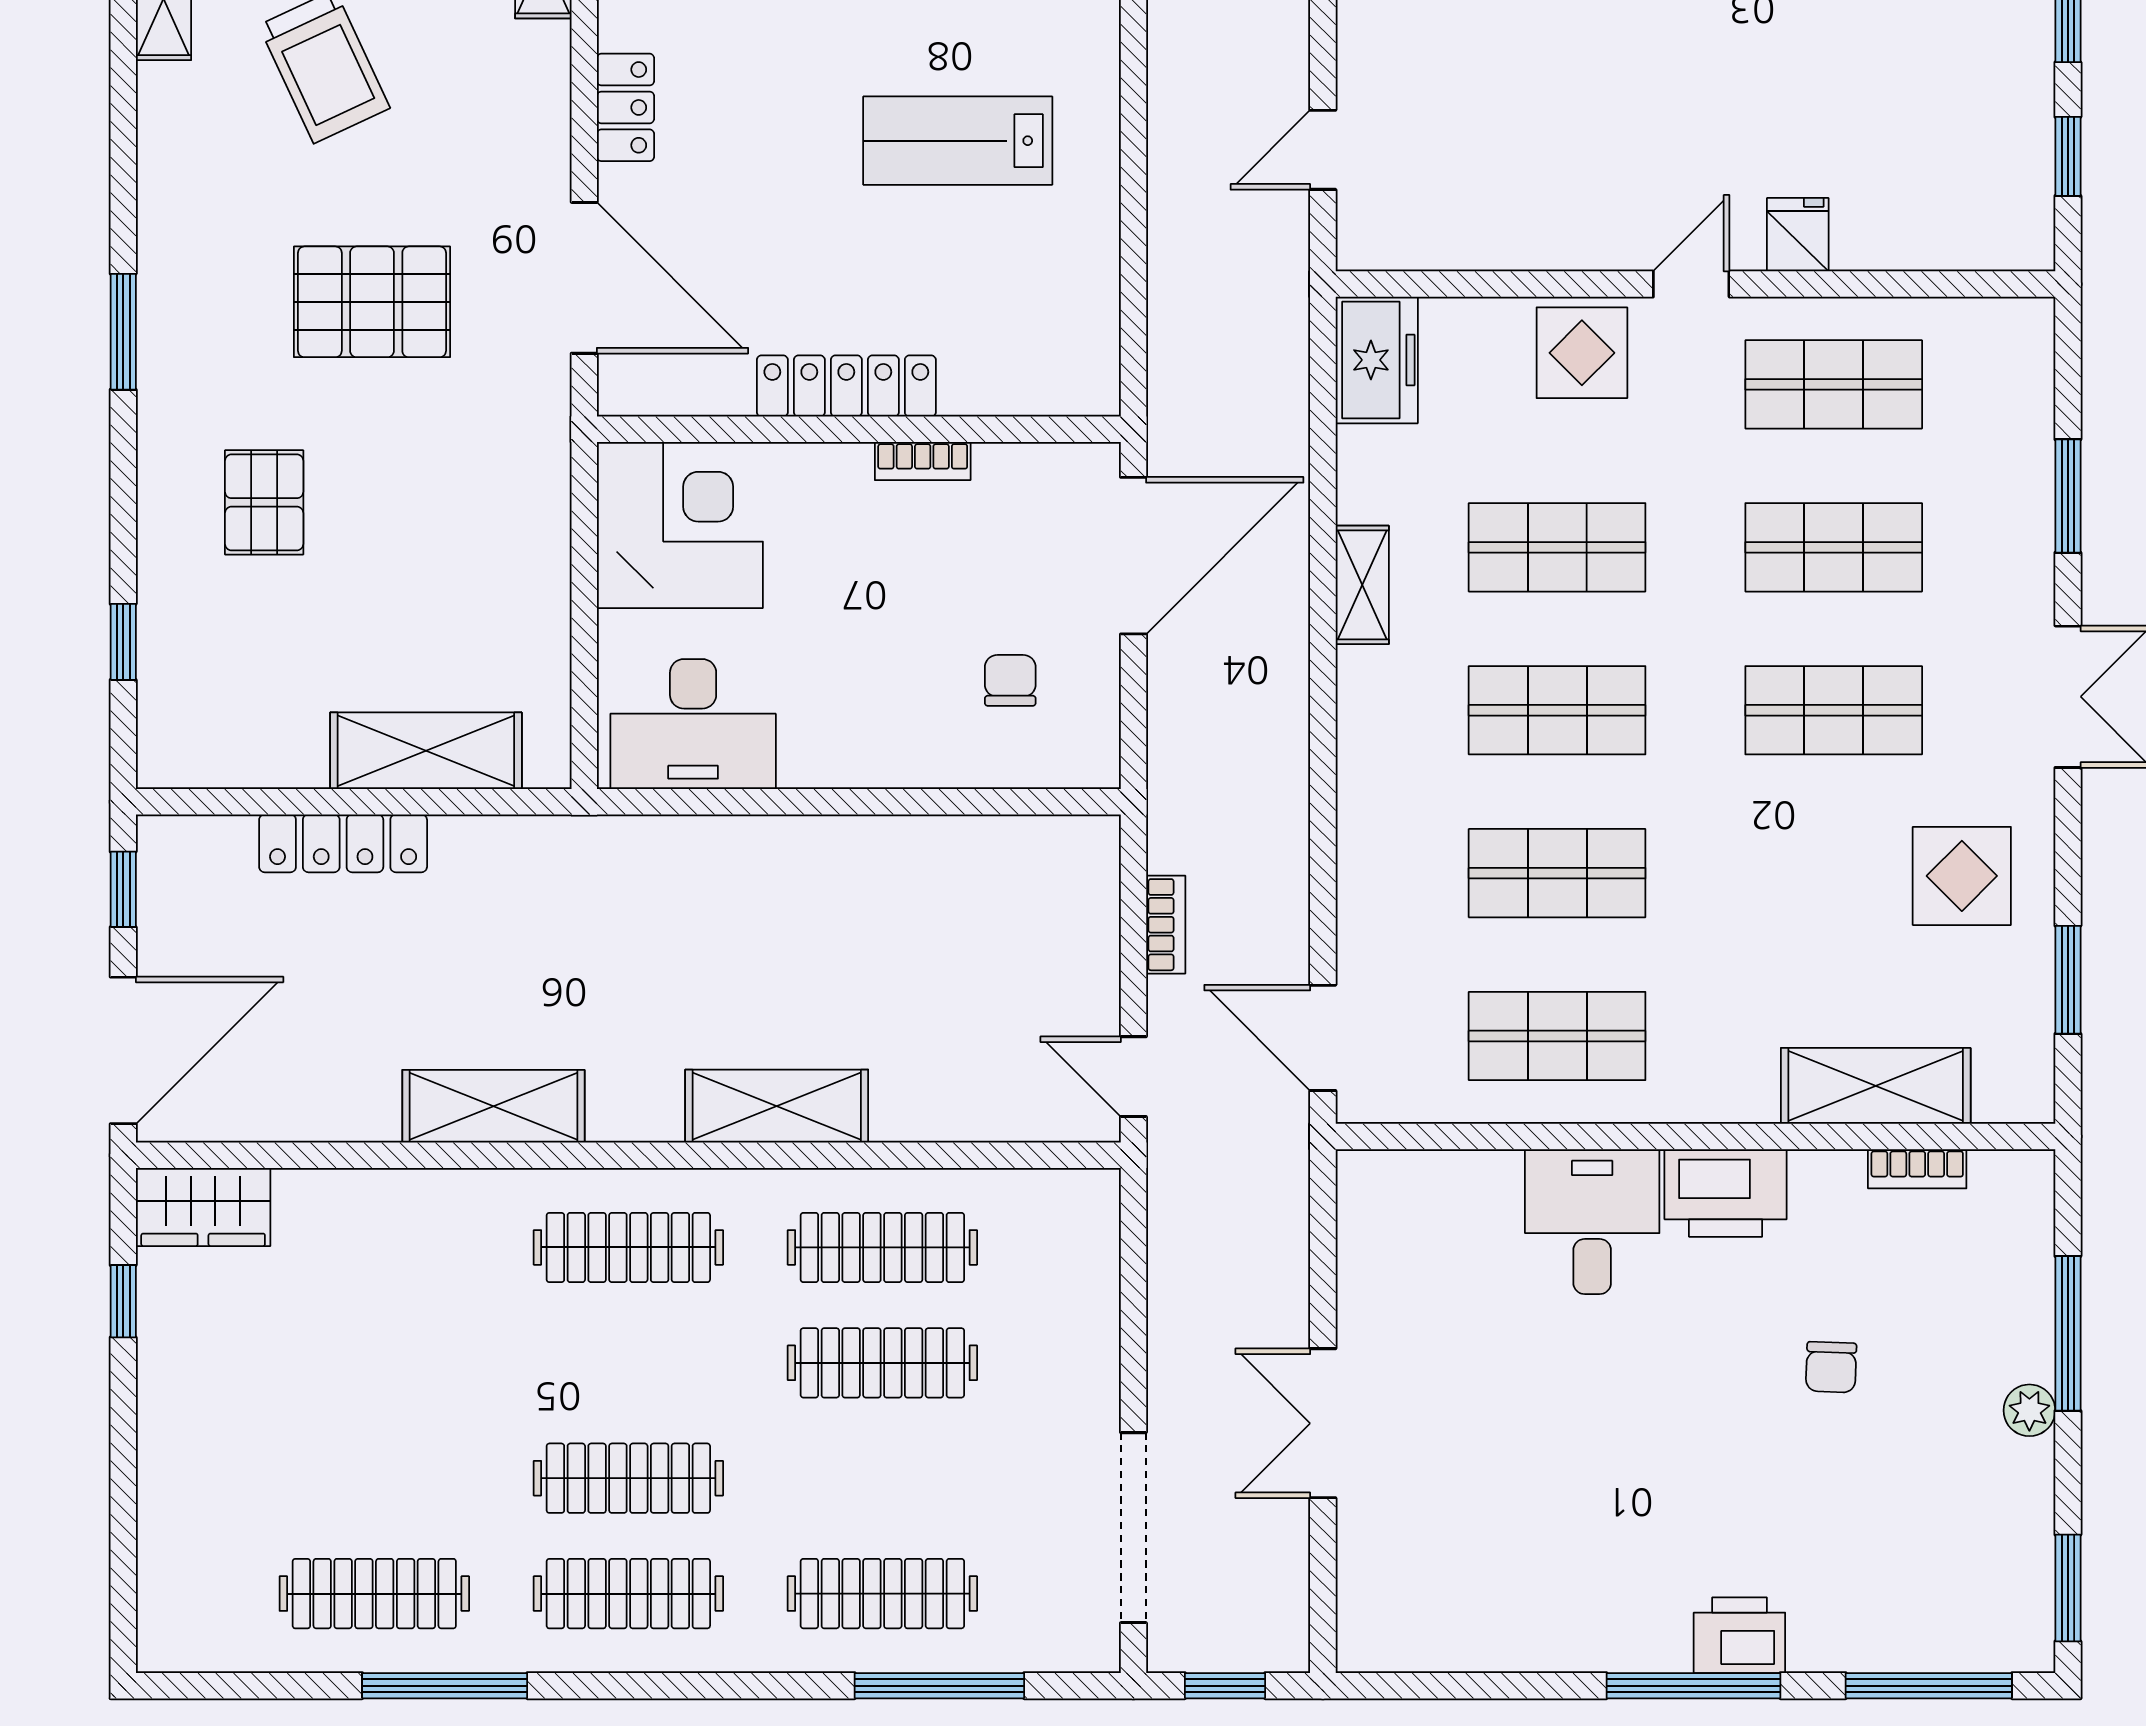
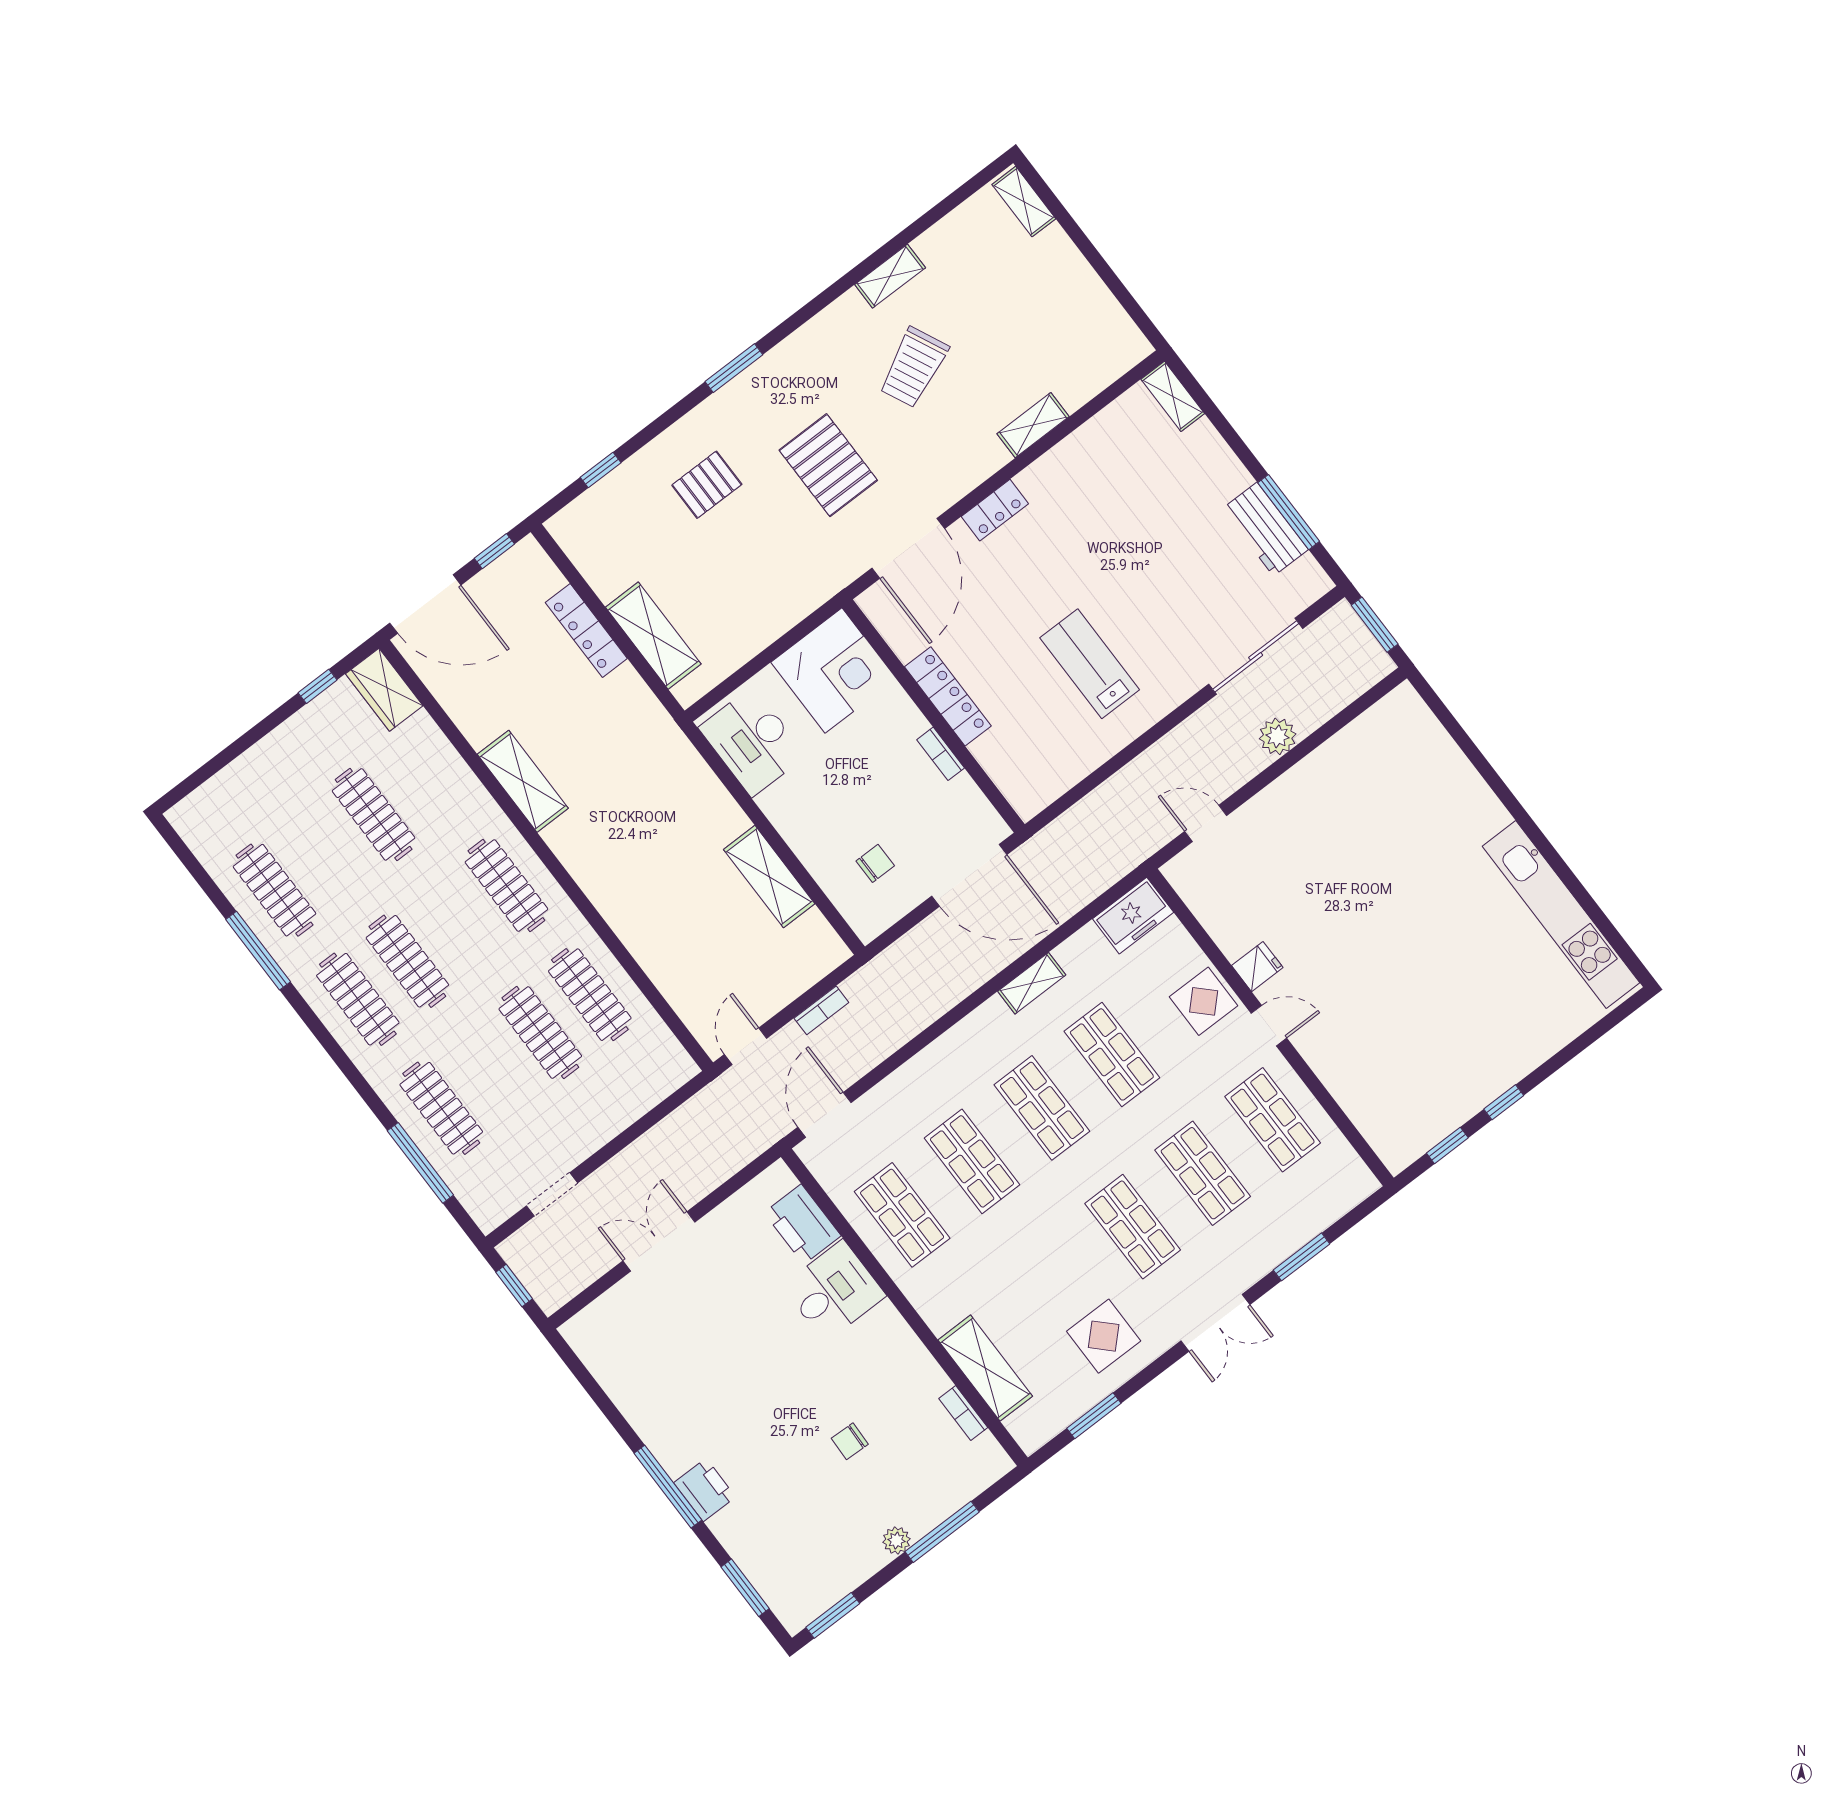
fridge: (1798, 235) -> (1257, 967), moved
shelving: (777, 1106) -> (769, 877), moved
printer: (1726, 1193) -> (802, 1224), moved
clothes rail: (374, 1363) -> (374, 814), added
doorway: (1133, 1528) -> (552, 1194), width x0.53
window: (1929, 1686) -> (745, 1588), width x0.69

